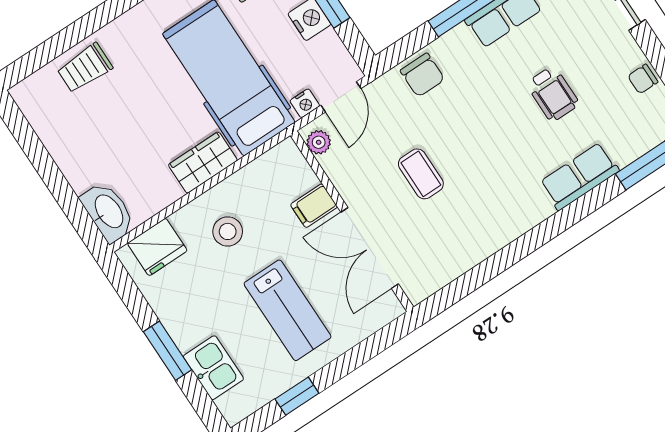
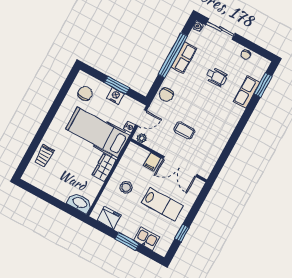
chair: (422, 75) -> (166, 95), turned 90
door: (341, 97) -> (141, 118), hinge flipped
row of seats: (579, 176) -> (247, 92), moved
fridge: (157, 247) -> (109, 218), moved, turned -90

